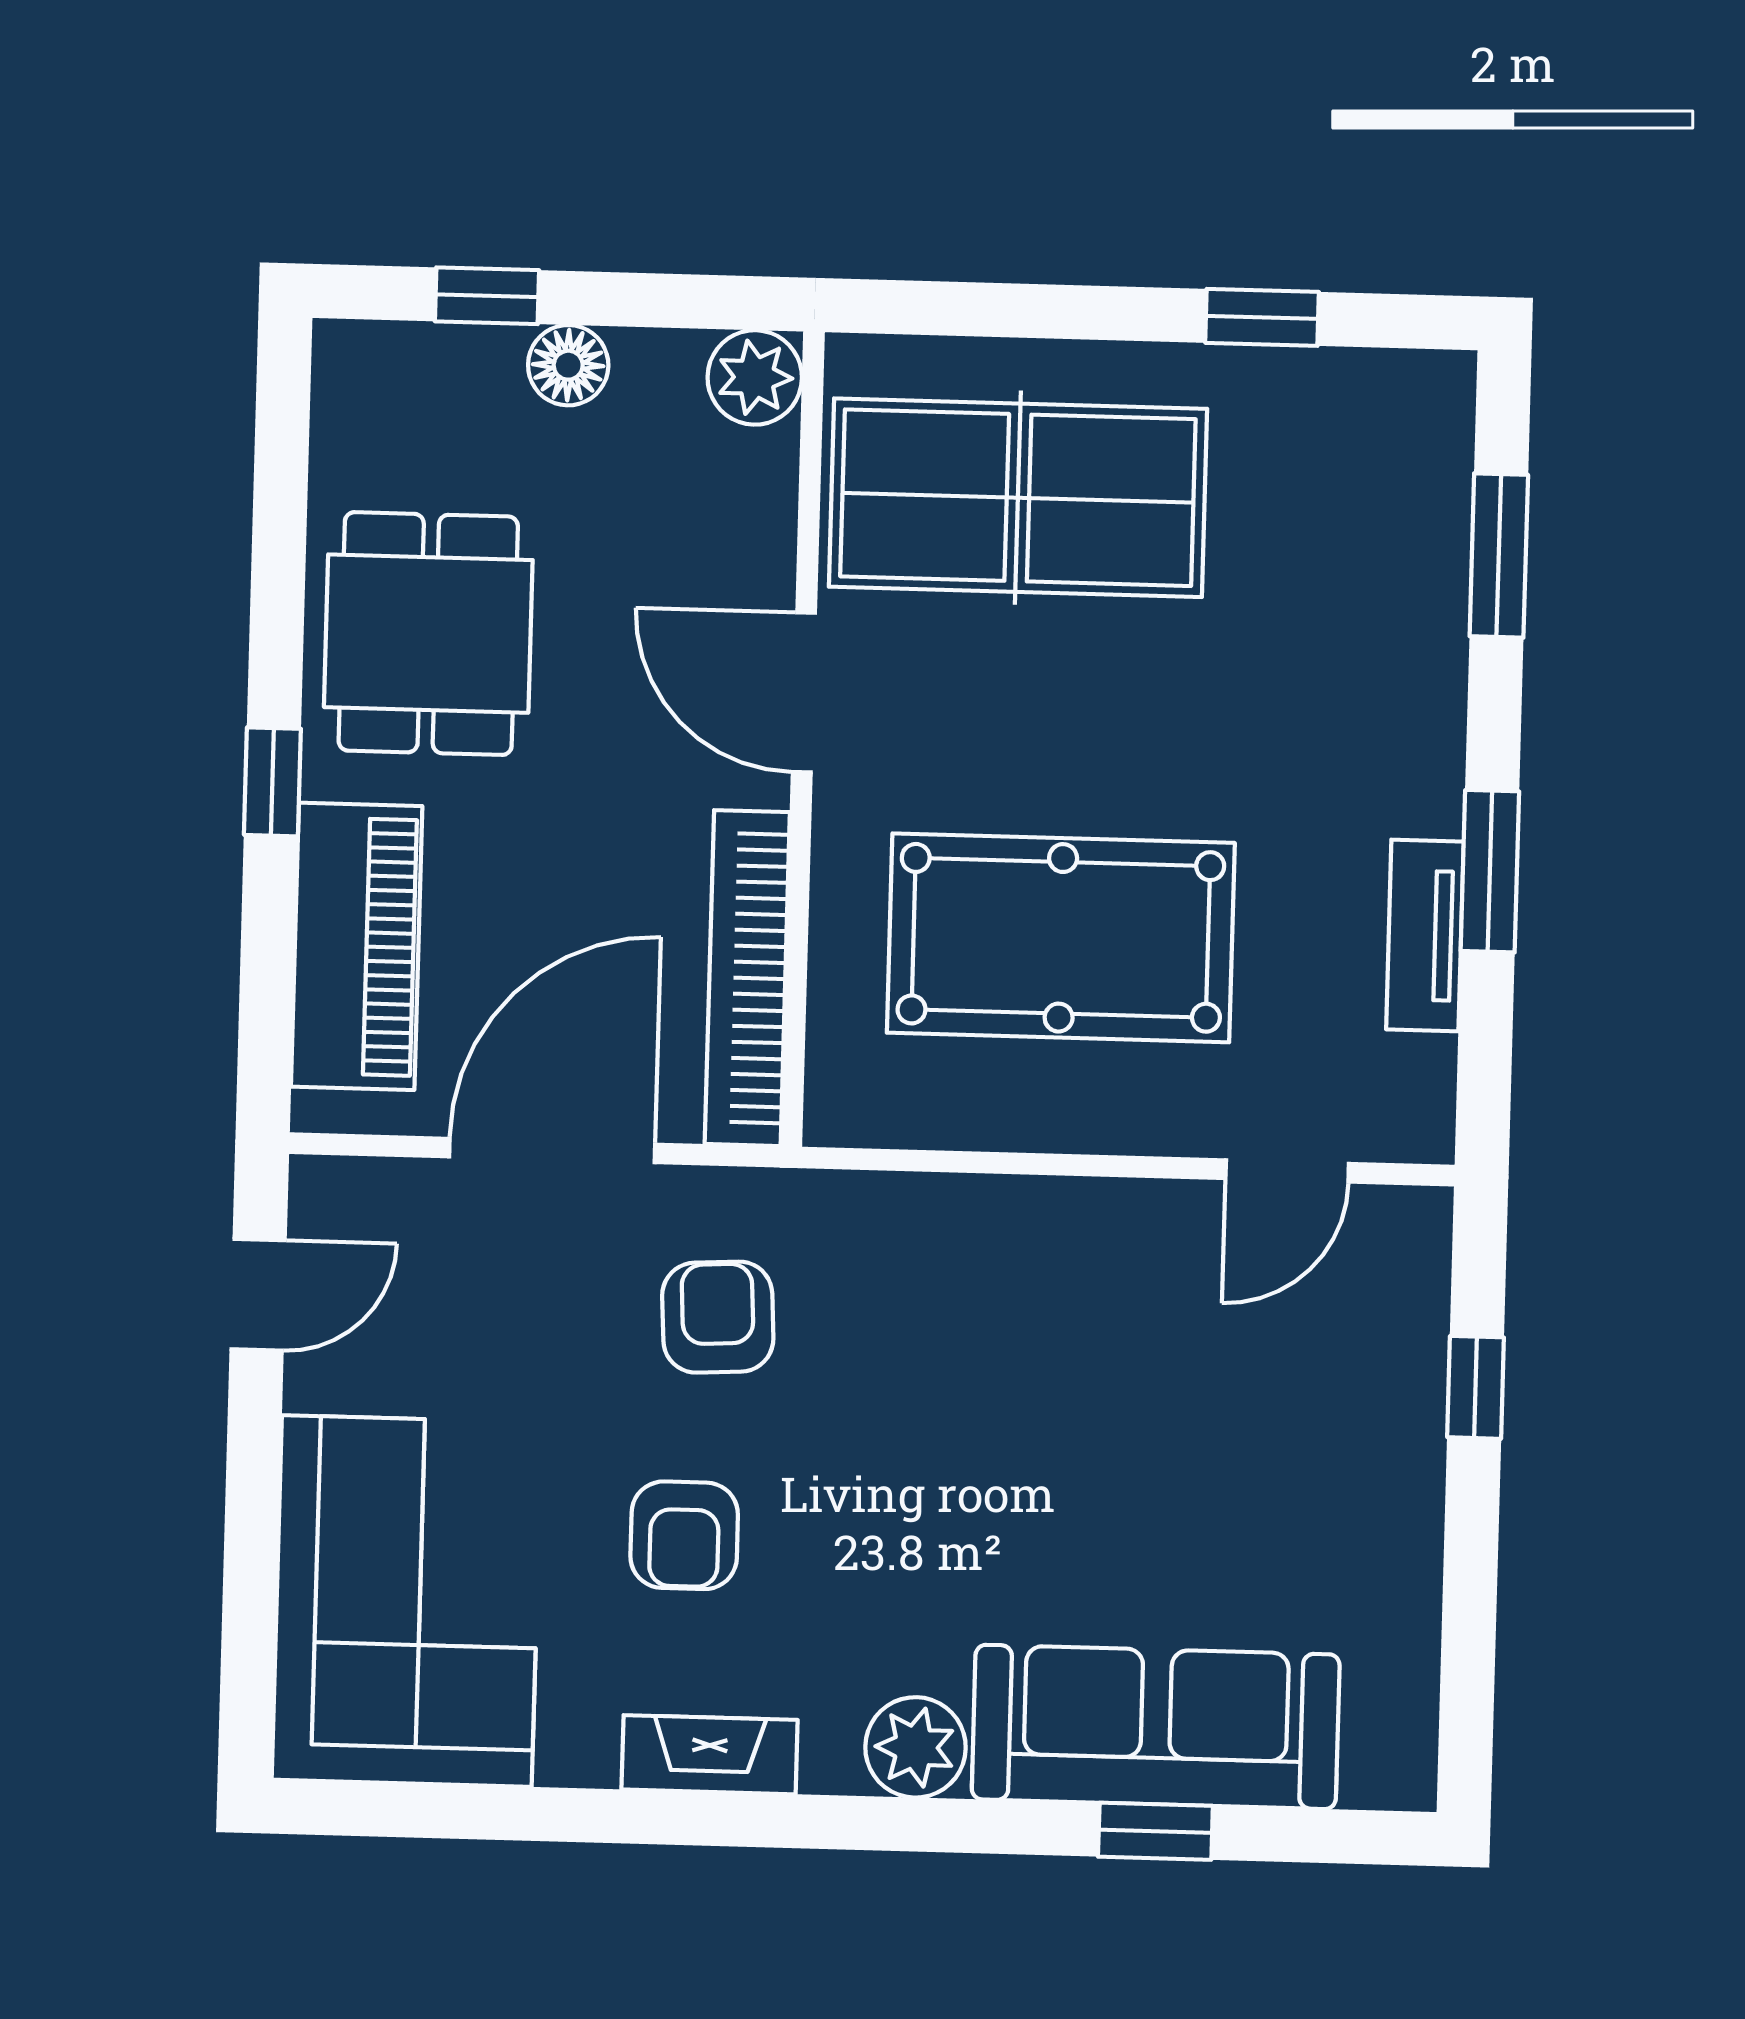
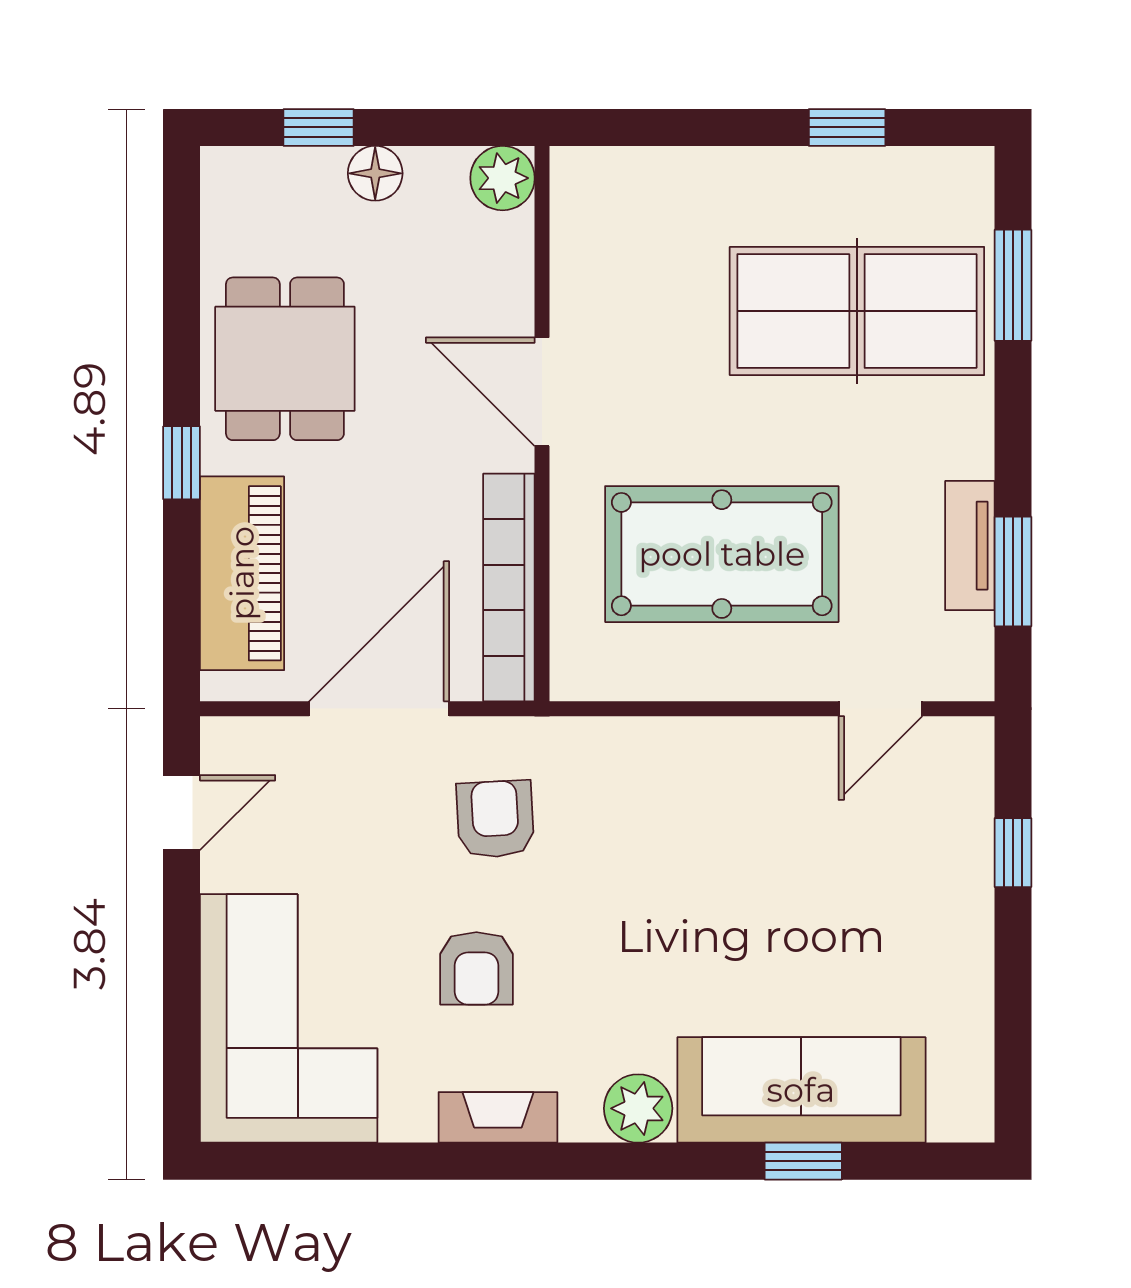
table tennis table: (1018, 498) -> (857, 311), moved
window: (1490, 871) -> (1013, 572), moved

